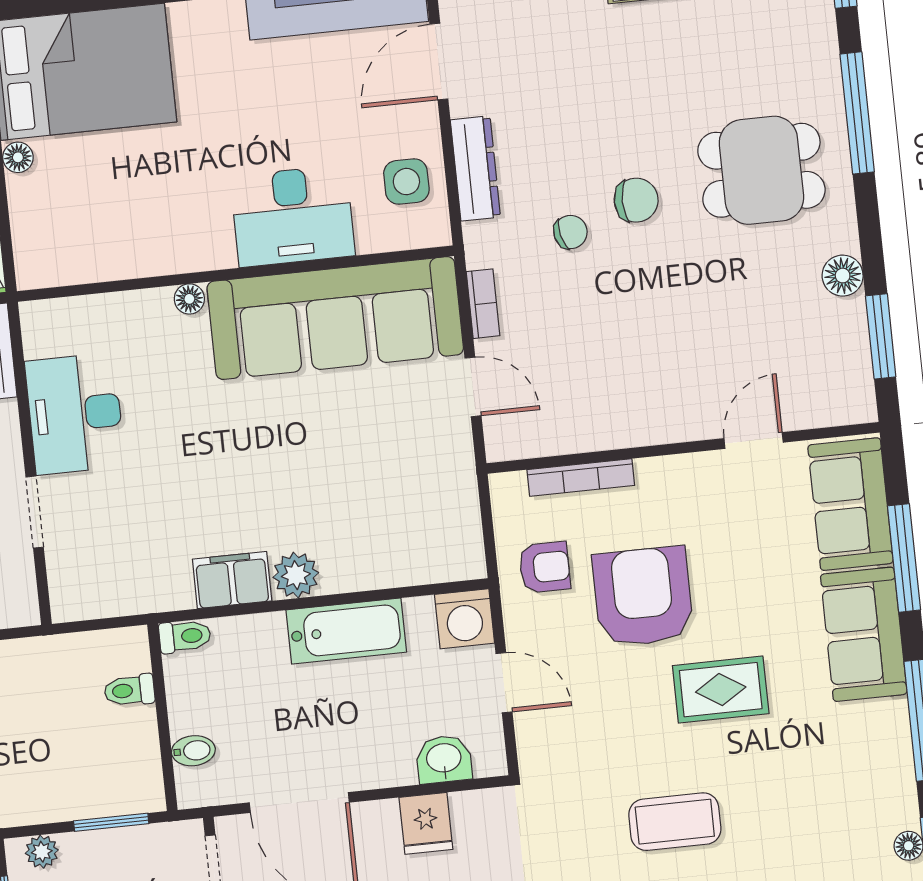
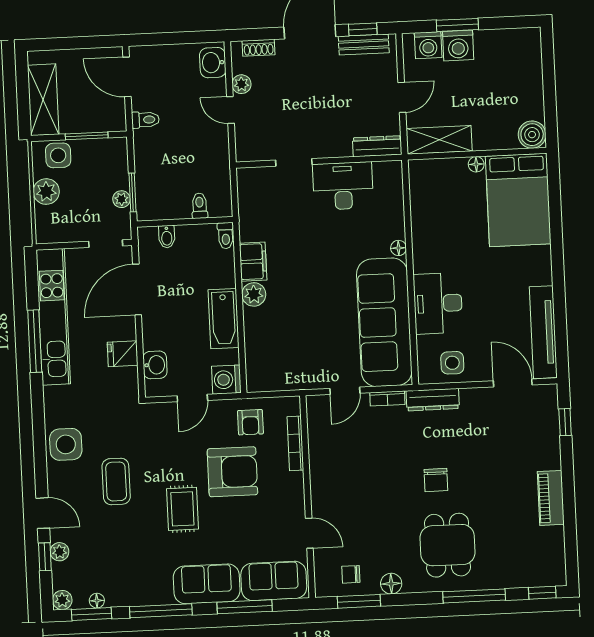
dresser: (475, 168) -> (433, 400), moved
chair: (570, 232) -> (351, 574), moved, turned 103
plant: (42, 852) -> (121, 199), moved

